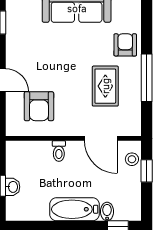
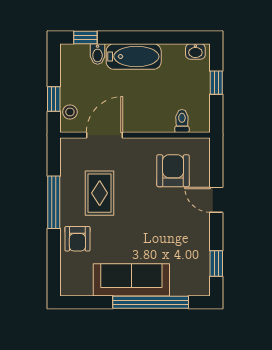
door: (101, 138) -> (105, 135), hinge flipped
toilet: (59, 151) -> (182, 121), moved
washbasin: (13, 187) -> (195, 51), moved, turned -90

